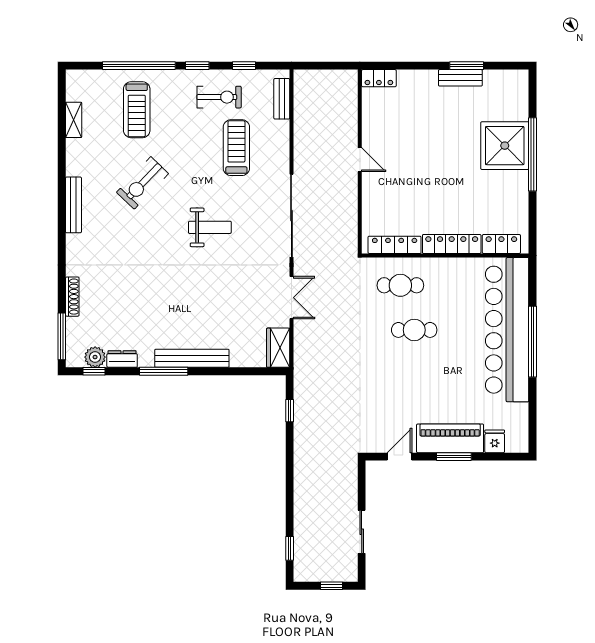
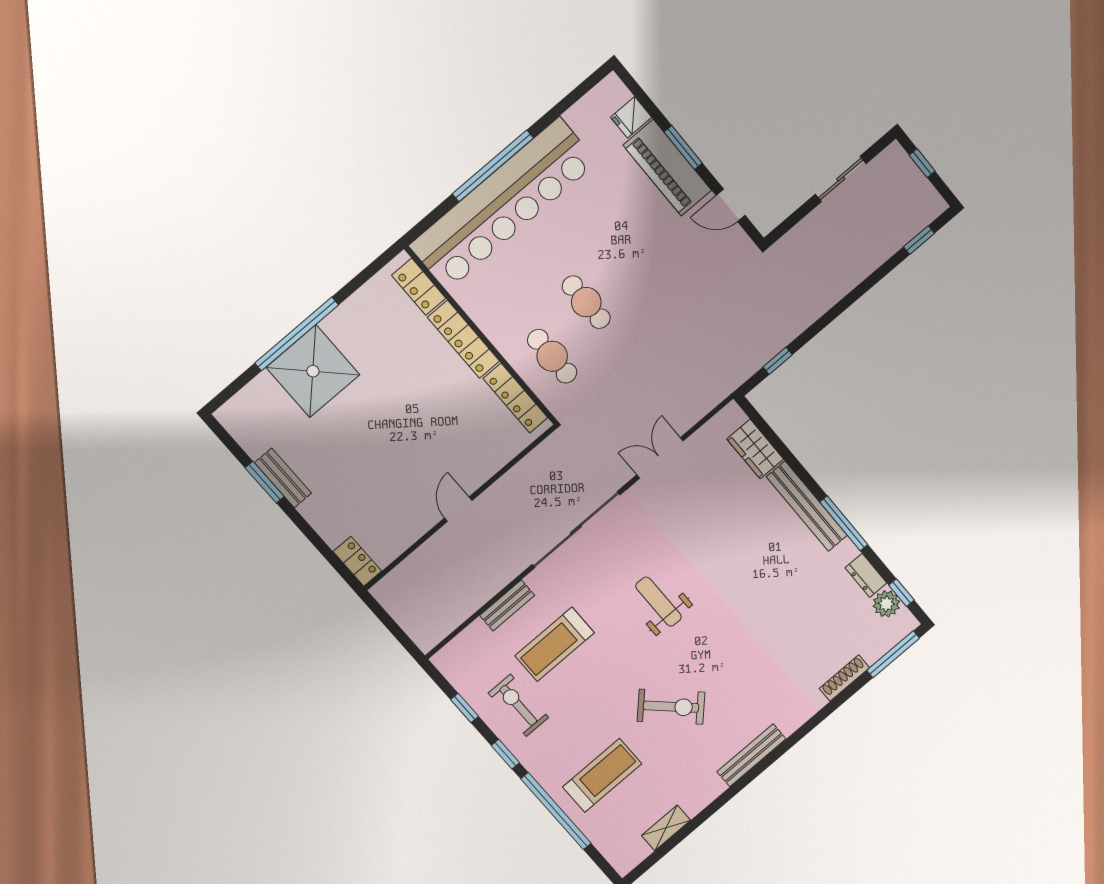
bench: (282, 99) -> (507, 605), moved
wardrobe: (278, 348) -> (755, 449), moved, turned 90

